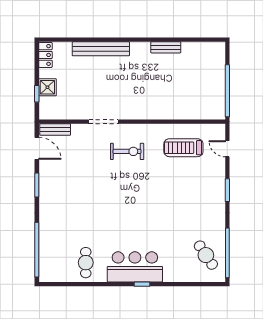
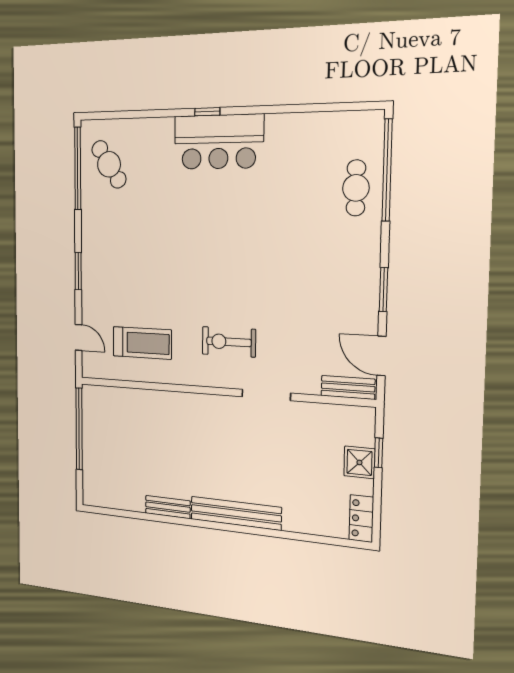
bench: (101, 49) -> (236, 513), moved
cafe table: (86, 263) -> (356, 188), moved

